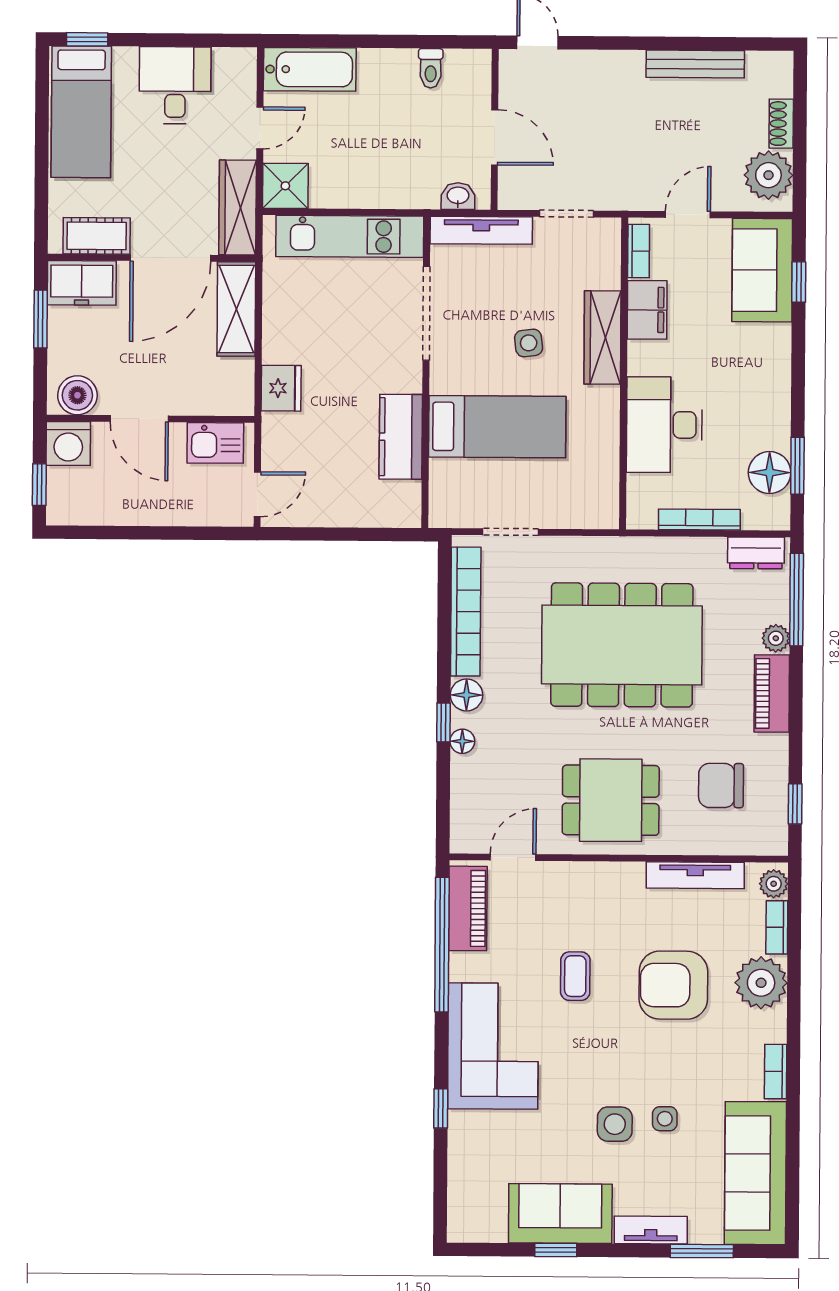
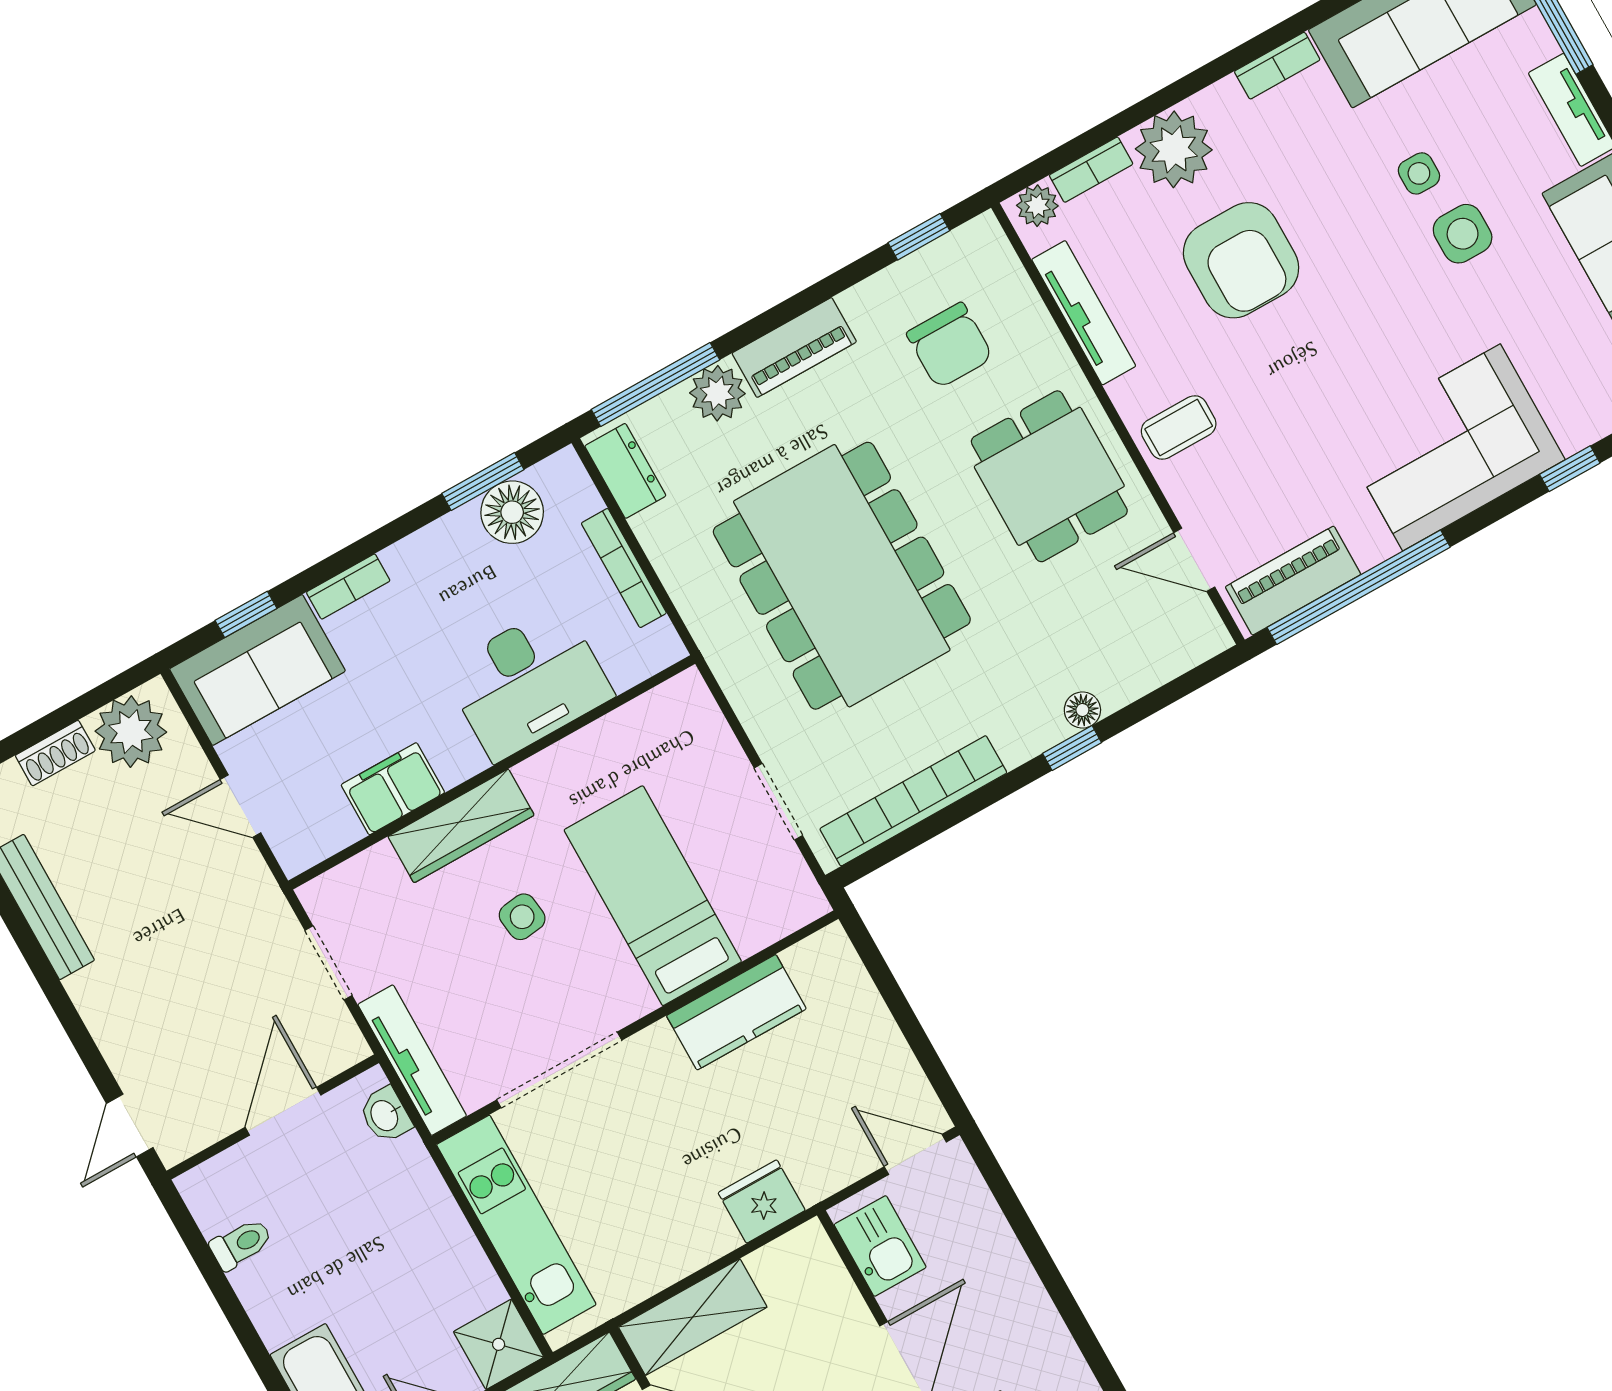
bookcase: (639, 251) -> (348, 587), moved, turned 180
plant: (776, 638) -> (717, 393), width x1.38, depth x1.38
floor lamp: (467, 695) -> (1020, 739), removed
coffee table: (575, 976) -> (1179, 428), moved

